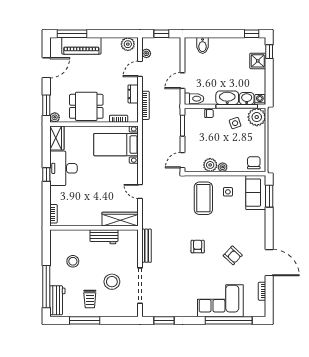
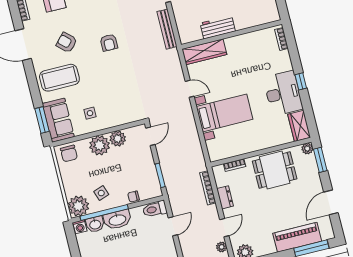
bed with nightstands: (116, 145) -> (225, 113), moved
plant: (223, 167) -> (100, 145), width x1.88, depth x1.88
coffee table: (203, 198) -> (59, 78), moved, turned 90

